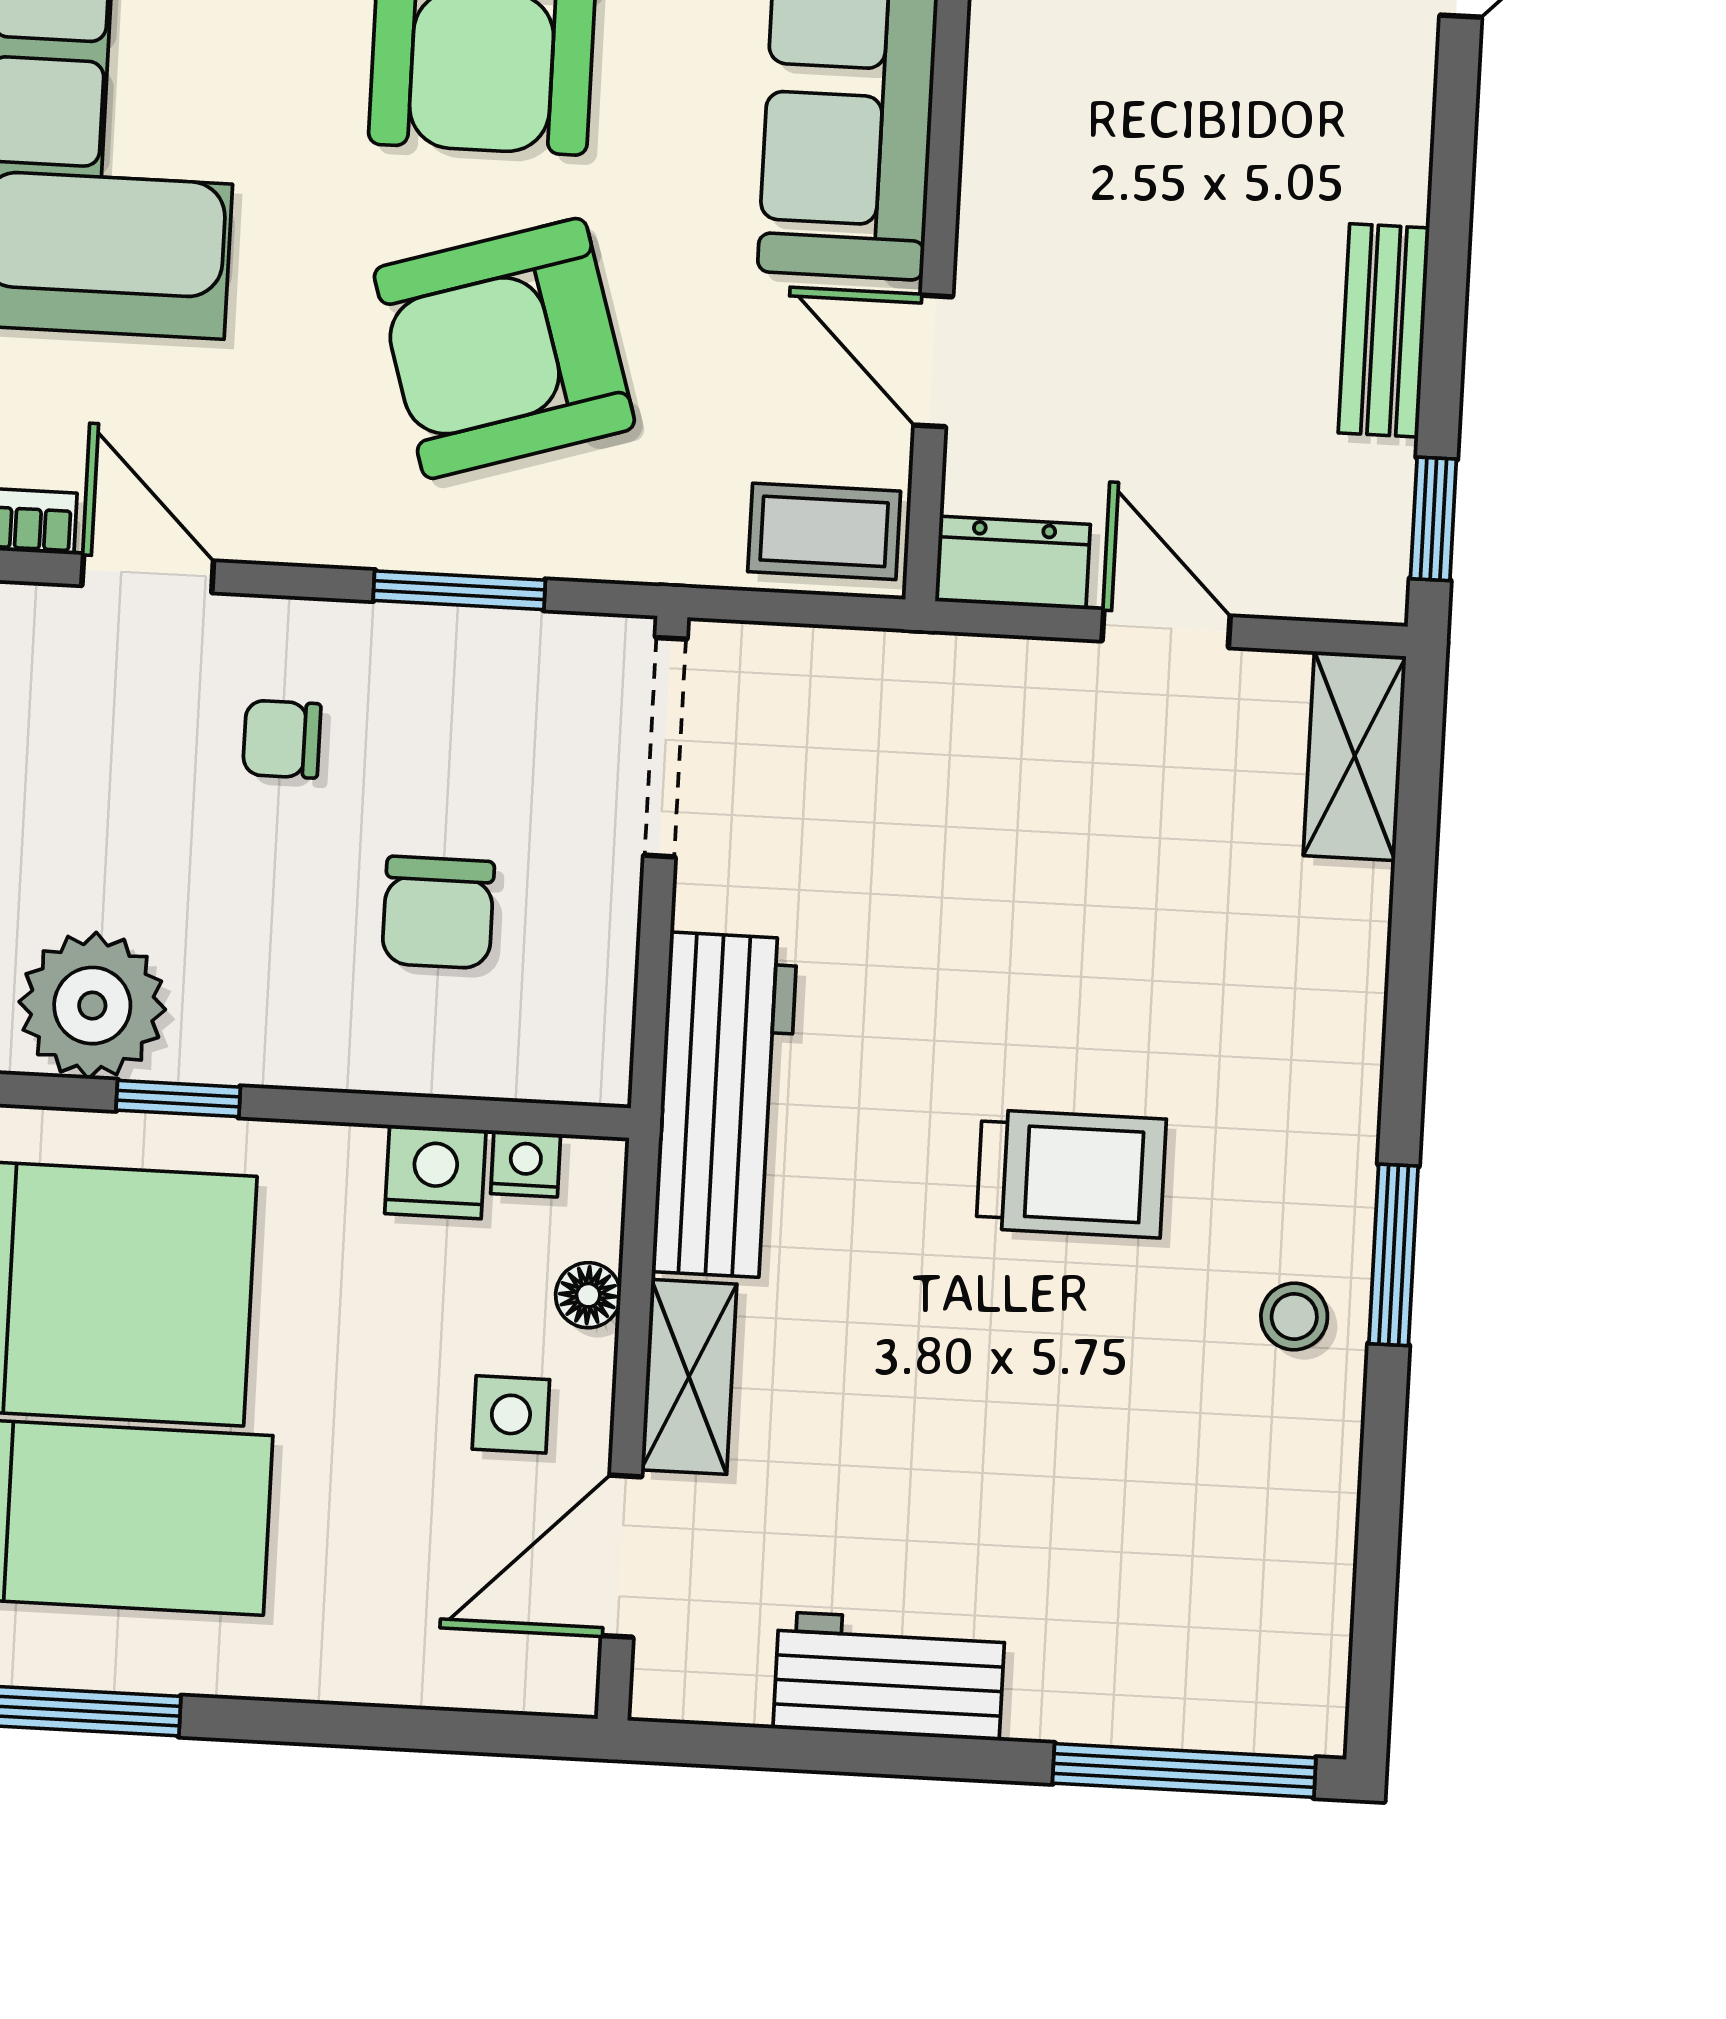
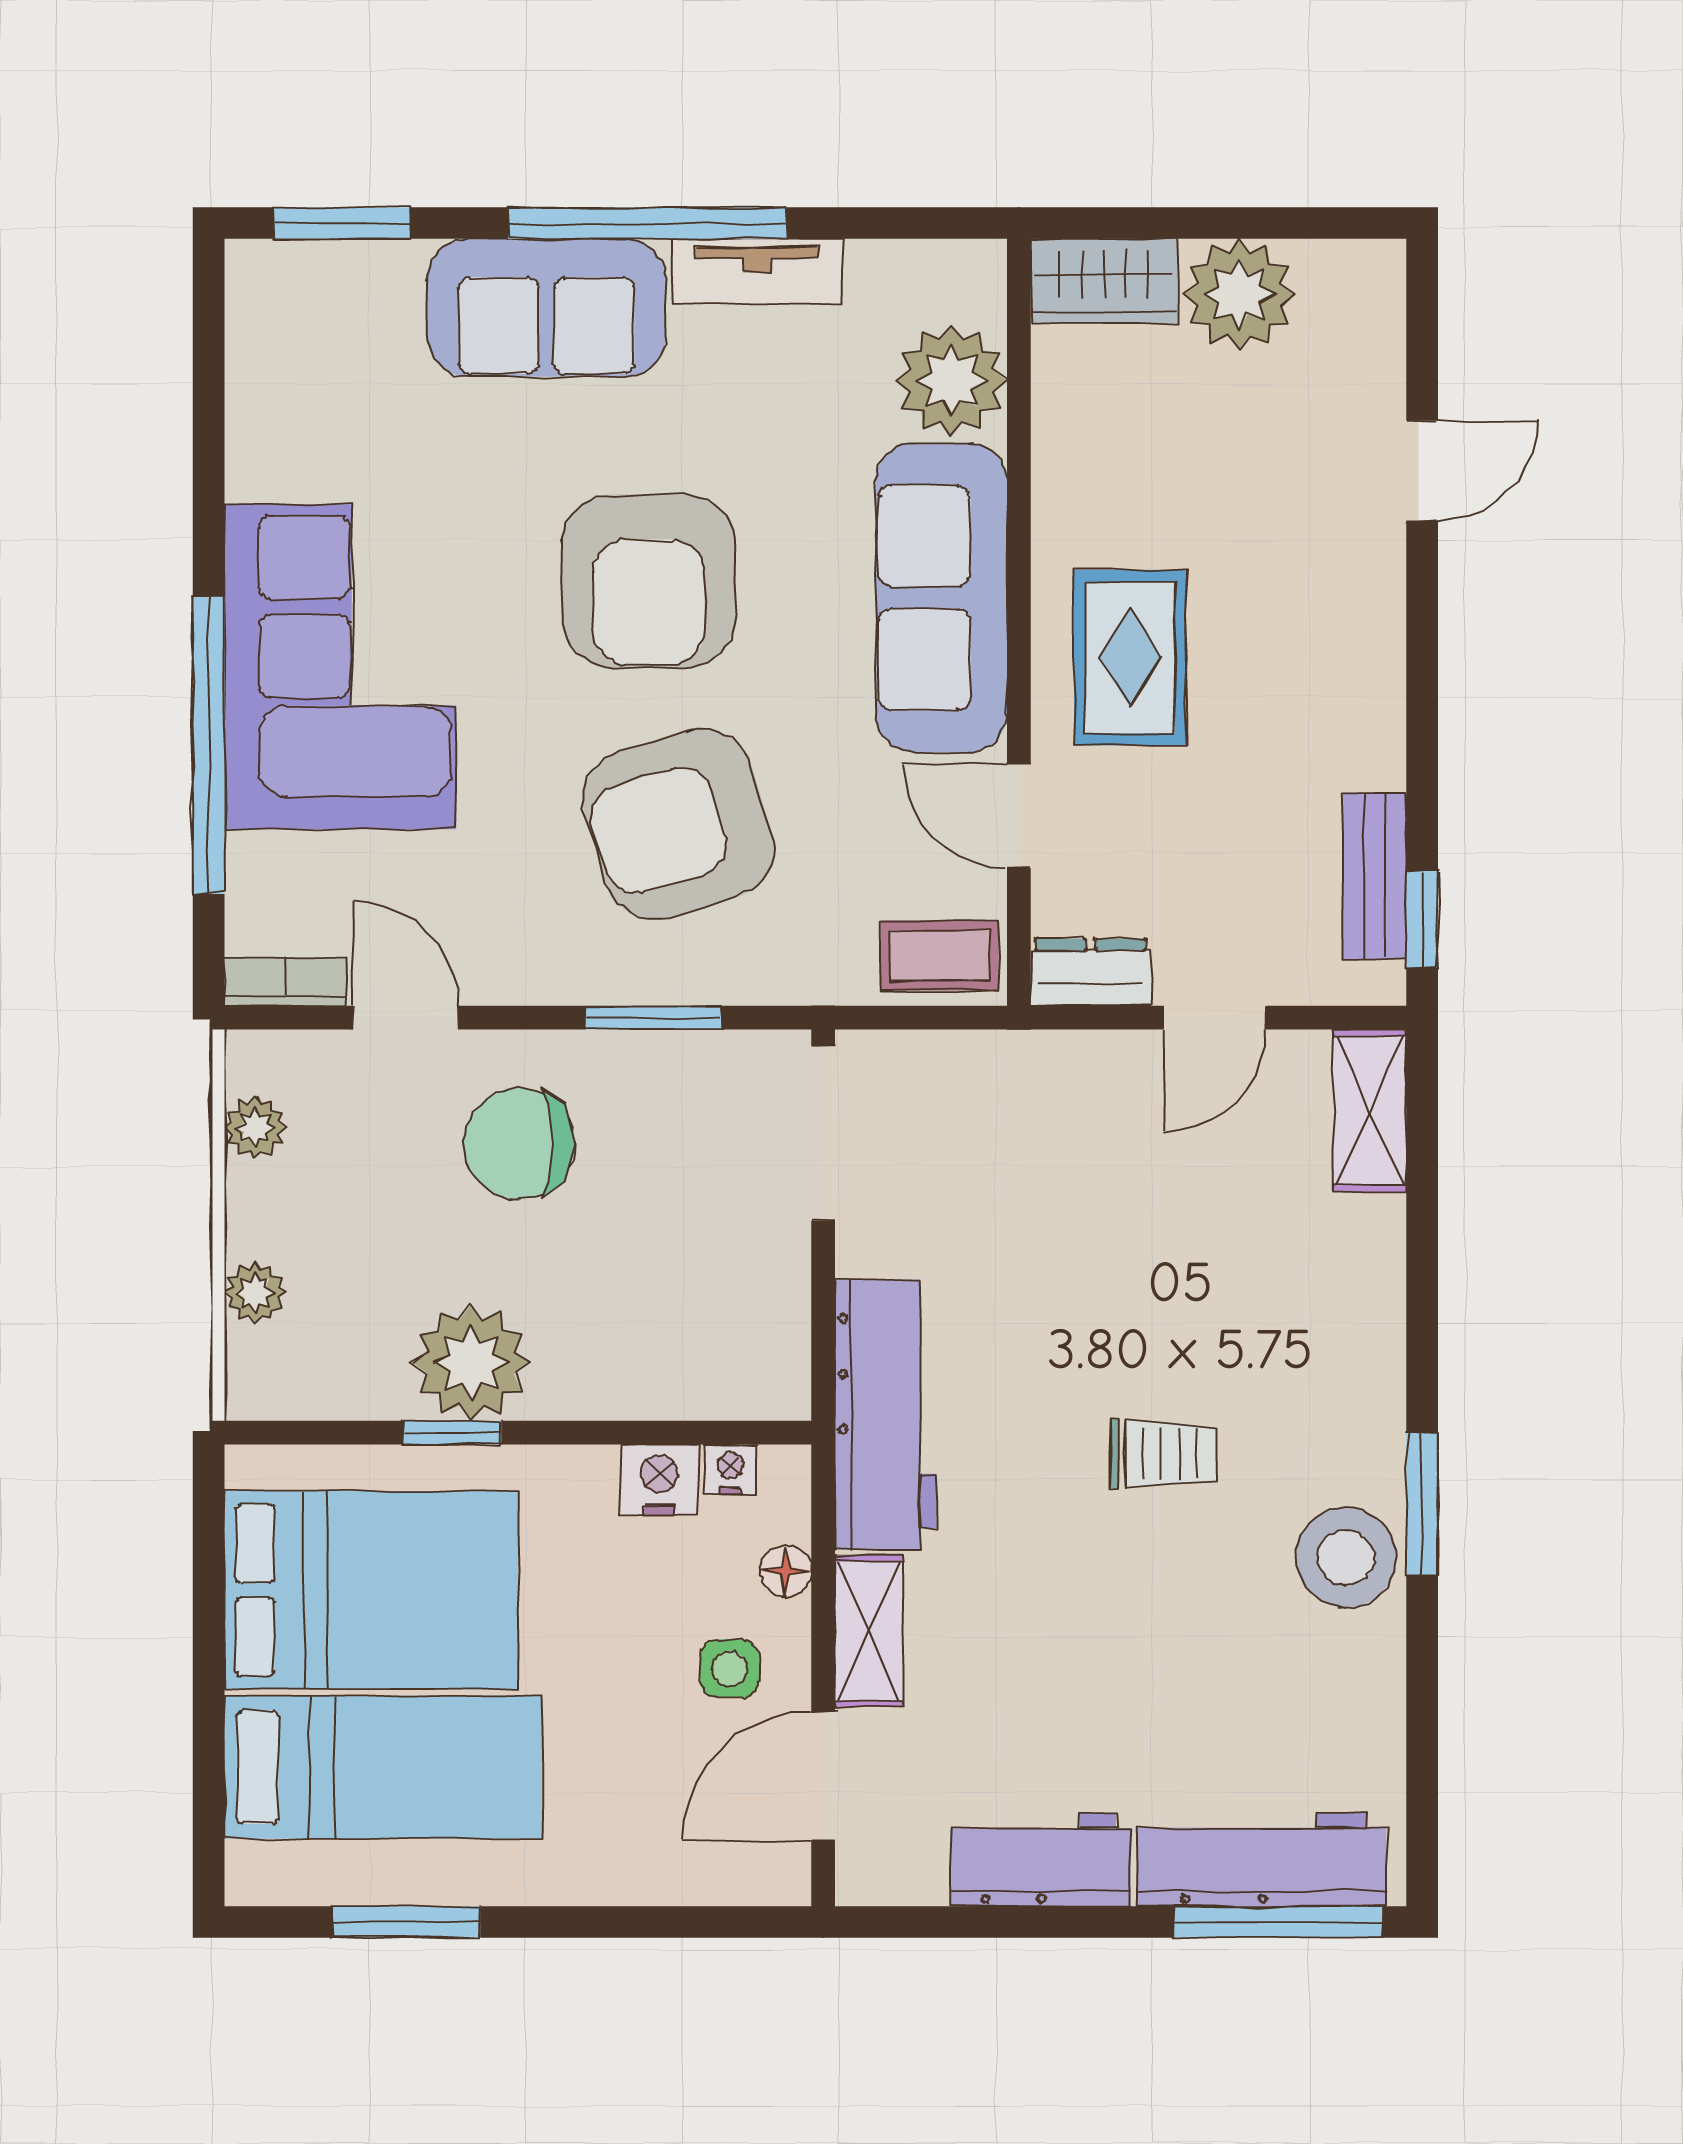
rug: (1084, 170) -> (1130, 658), added
bench: (1384, 330) -> (1375, 876), moved
door: (1166, 628) -> (1215, 1018), swing flipped
chair: (282, 739) -> (519, 1143), width x1.87, depth x1.87
chair: (438, 913) -> (650, 1274), removed
plant: (92, 1006) -> (471, 1363), moved
trolley: (1071, 1174) -> (1163, 1454), width x0.73, depth x0.72
stool: (1294, 1317) -> (1346, 1557), width x1.89, depth x1.89
workbench: (1167, 1691) -> (1261, 1859), added

